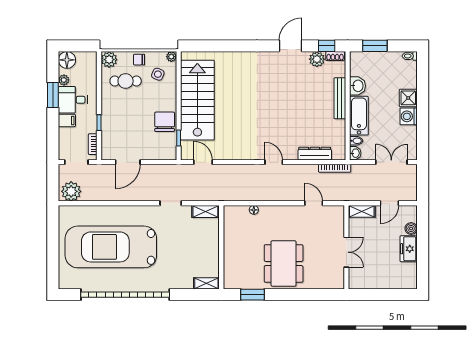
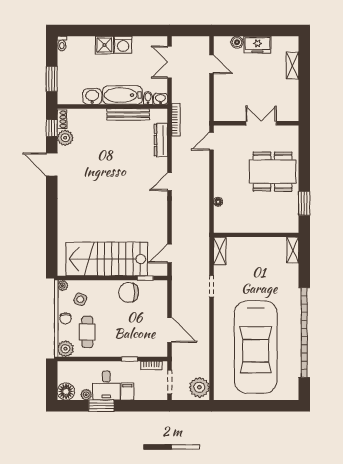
bench: (340, 98) -> (128, 114), moved
shelving: (362, 211) -> (293, 66), moved
wall: (346, 247) -> (256, 123), moved
double door: (346, 252) -> (261, 123), moved

